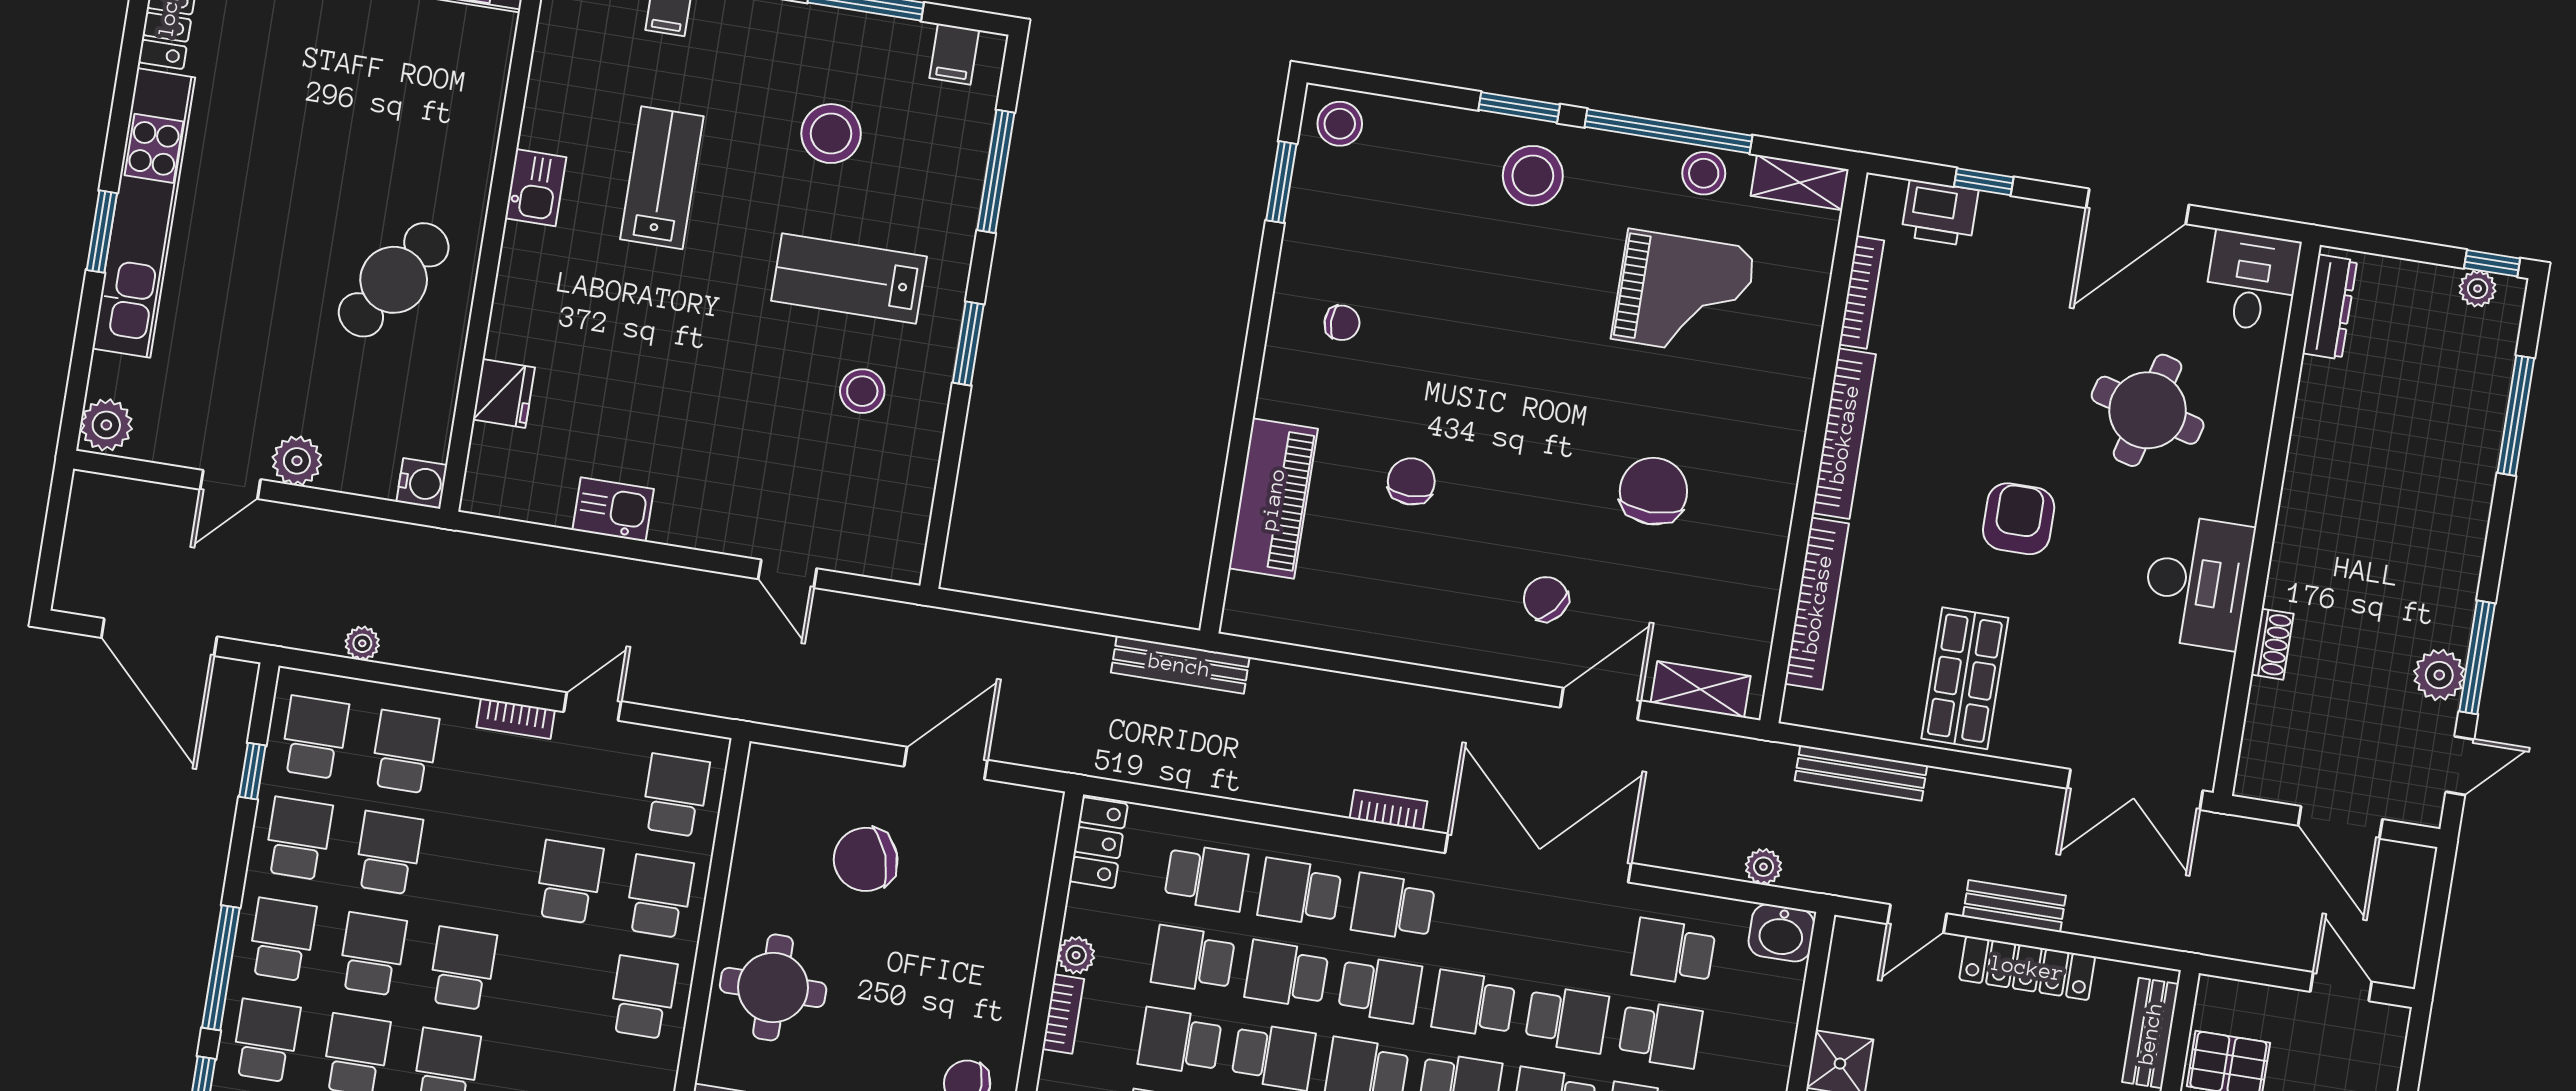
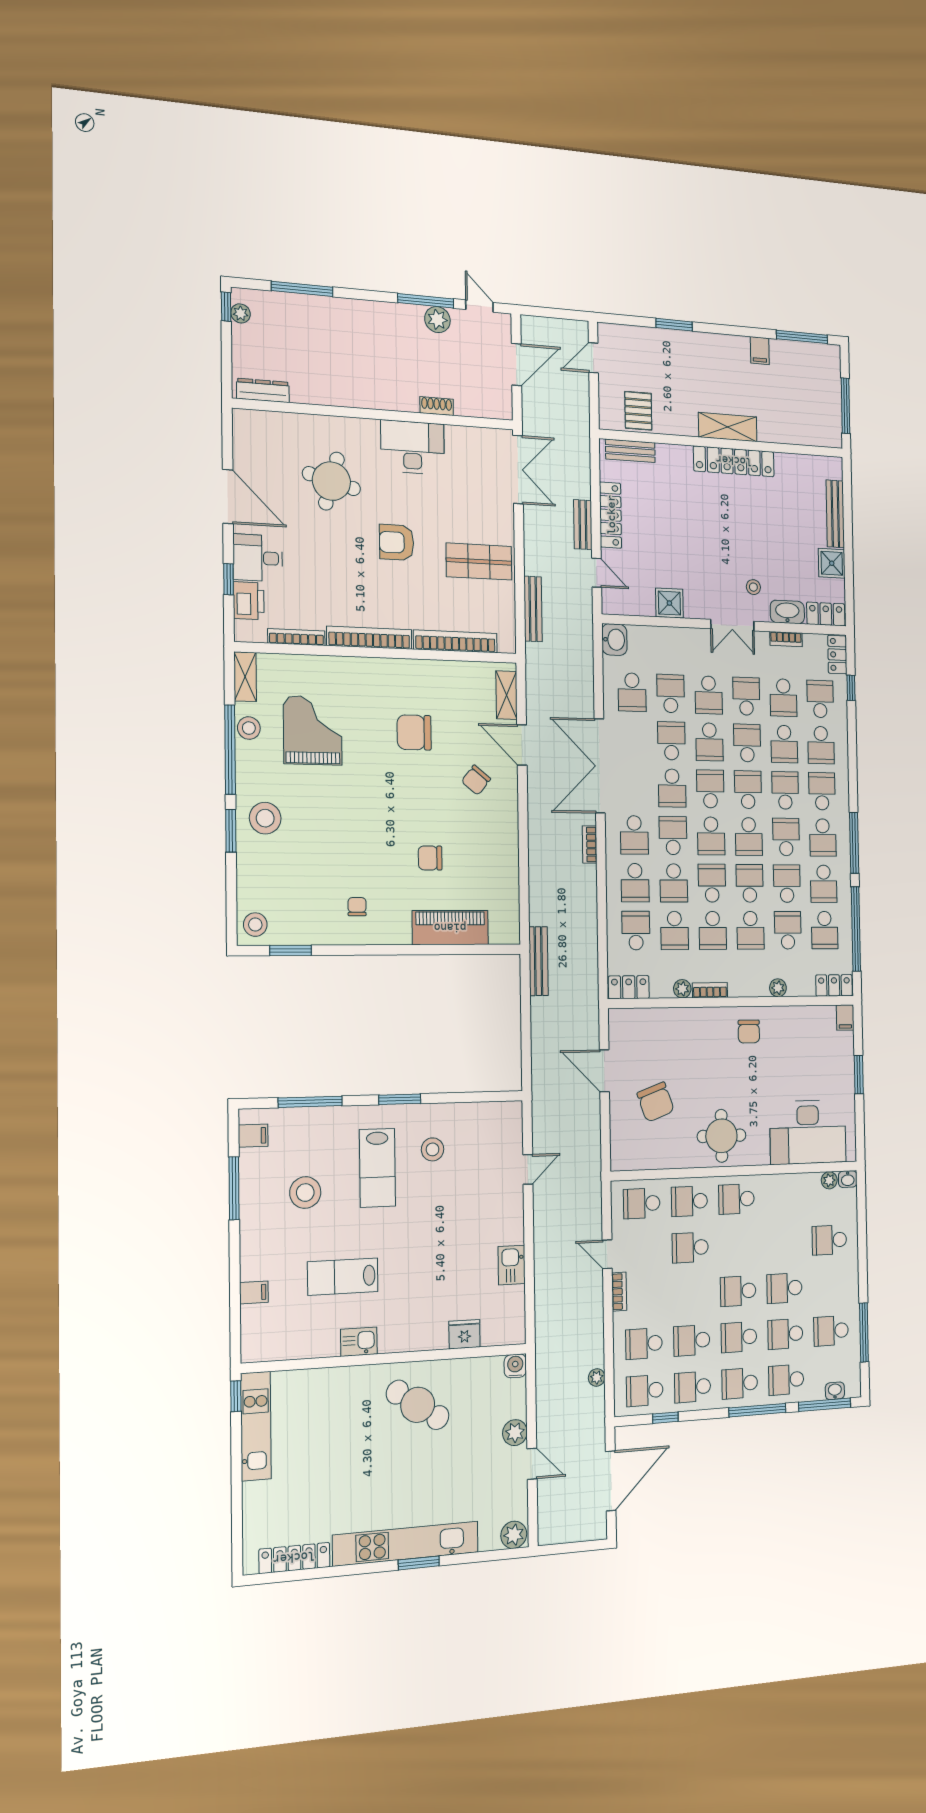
desk: (2252, 281) -> (258, 558), moved
plant: (1763, 867) -> (585, 652), removed

